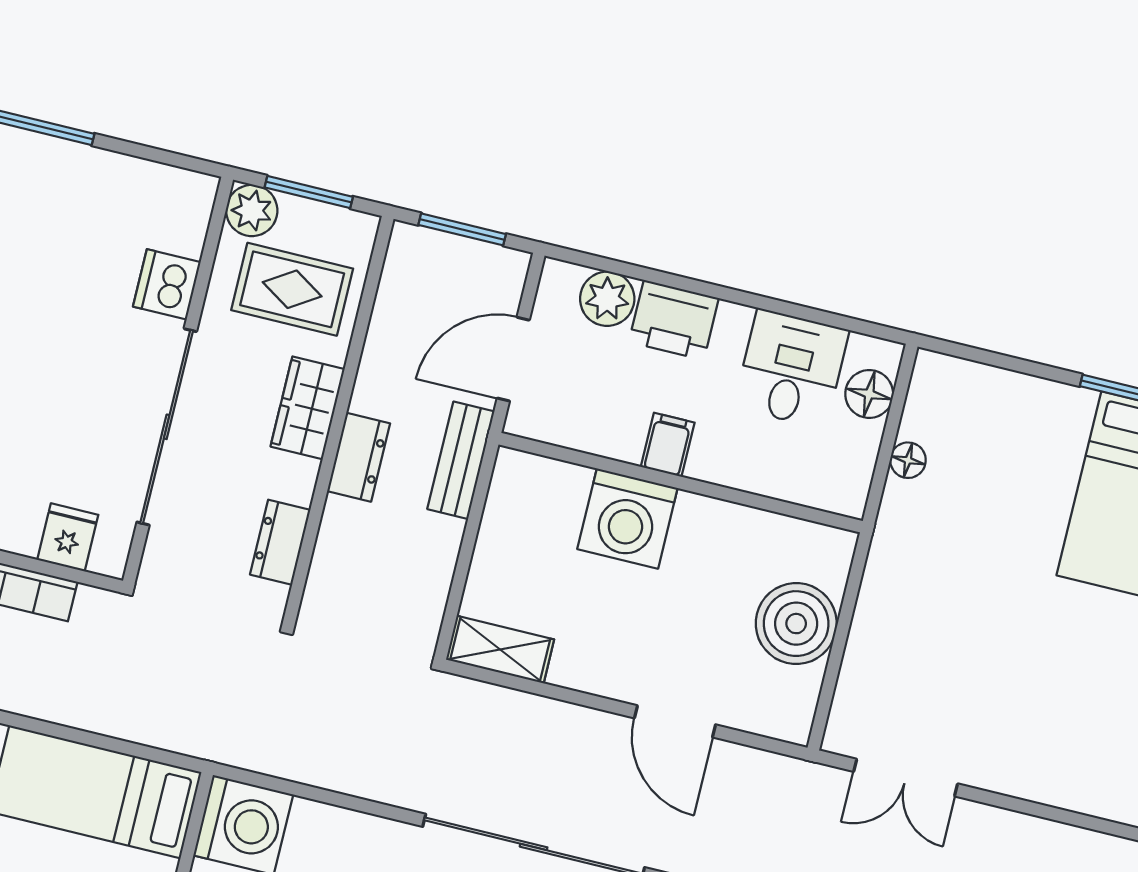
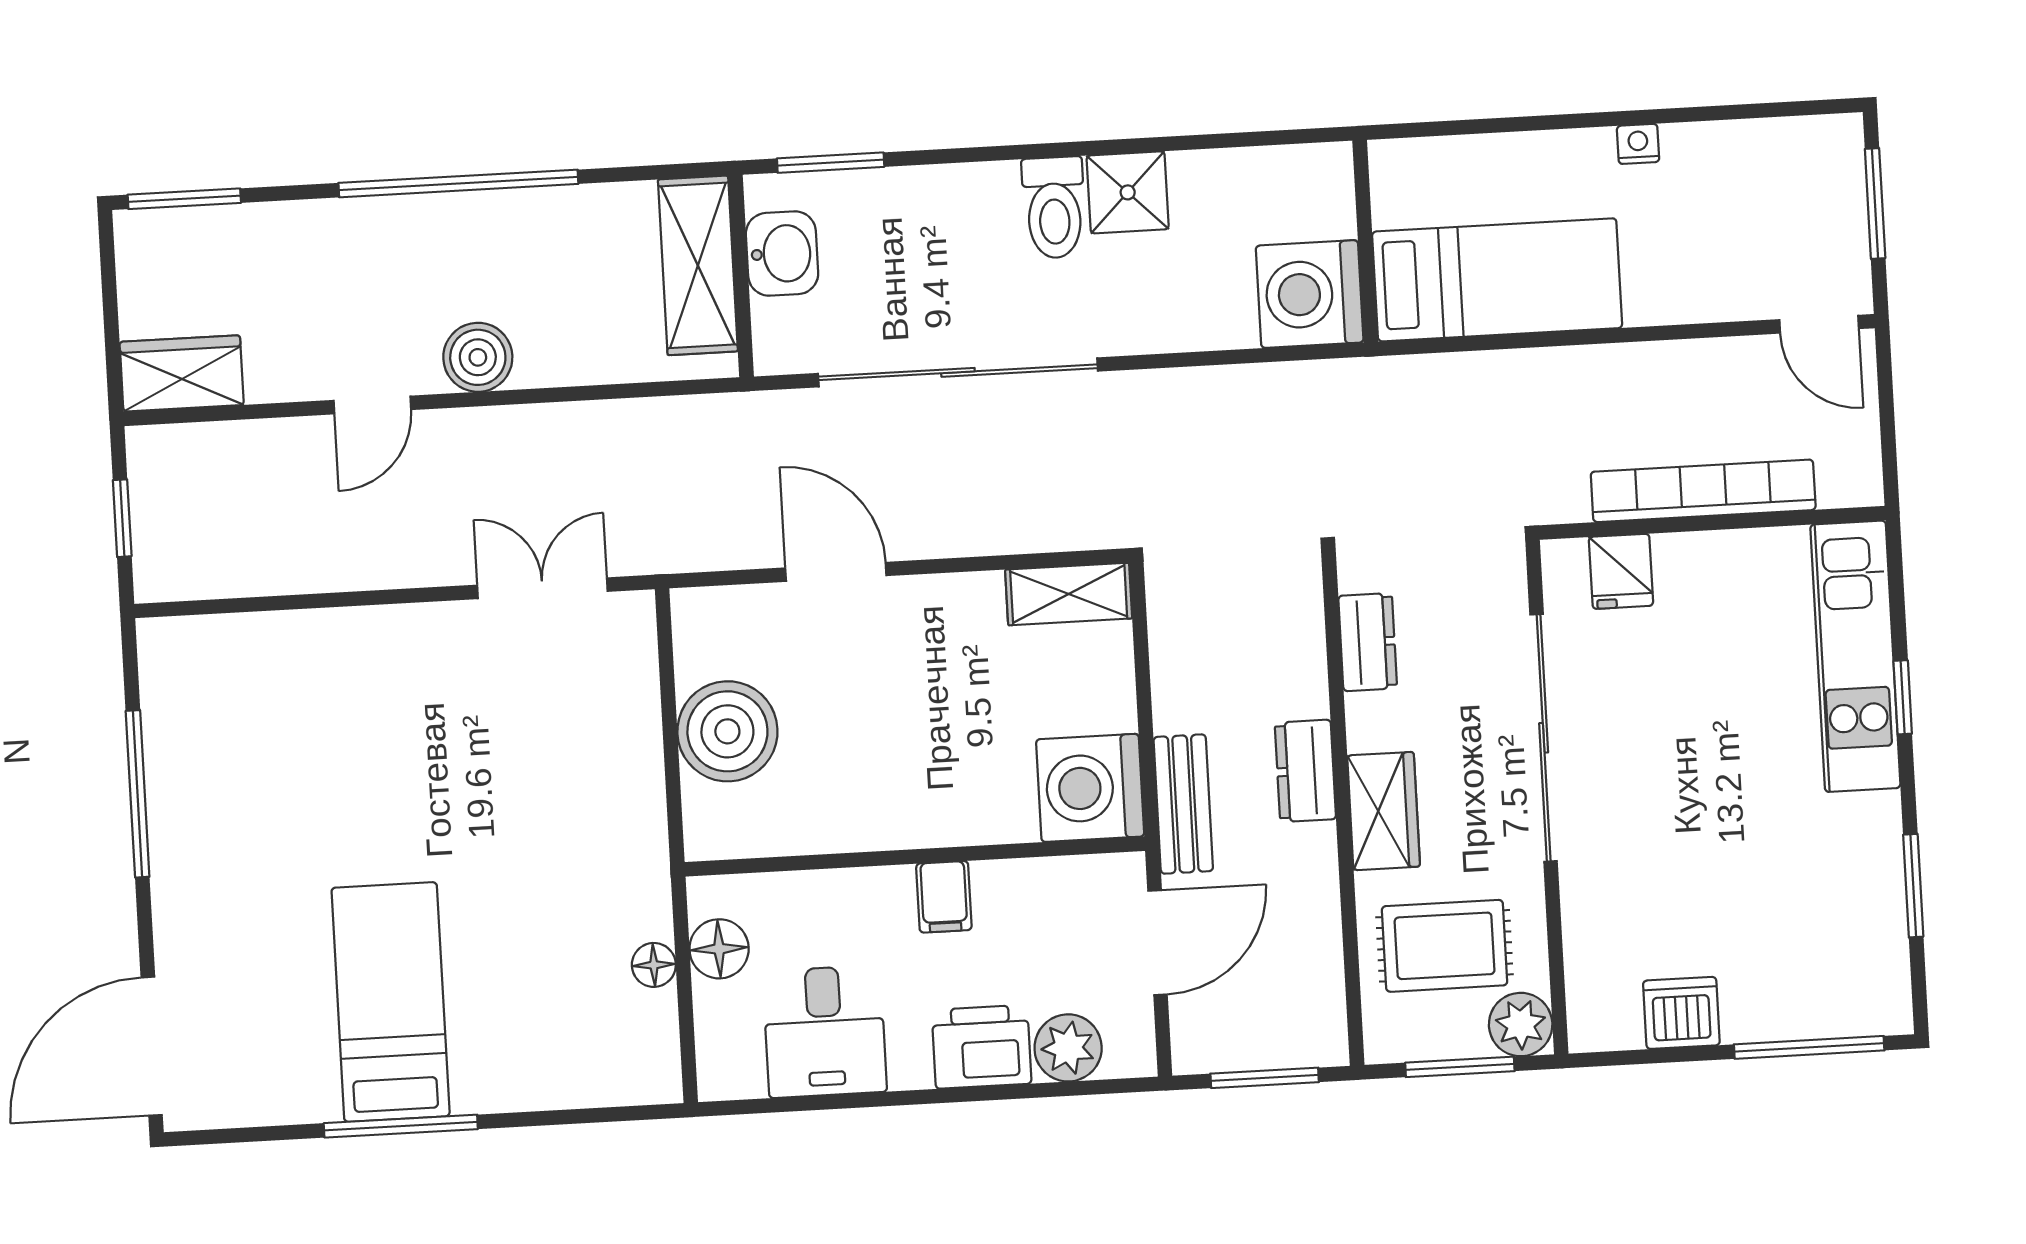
dishwasher: (167, 284) -> (1681, 1013), moved, turned -90
floor lamp: (869, 394) -> (719, 949), moved
washing machine: (627, 519) -> (1090, 788), moved, turned -90

